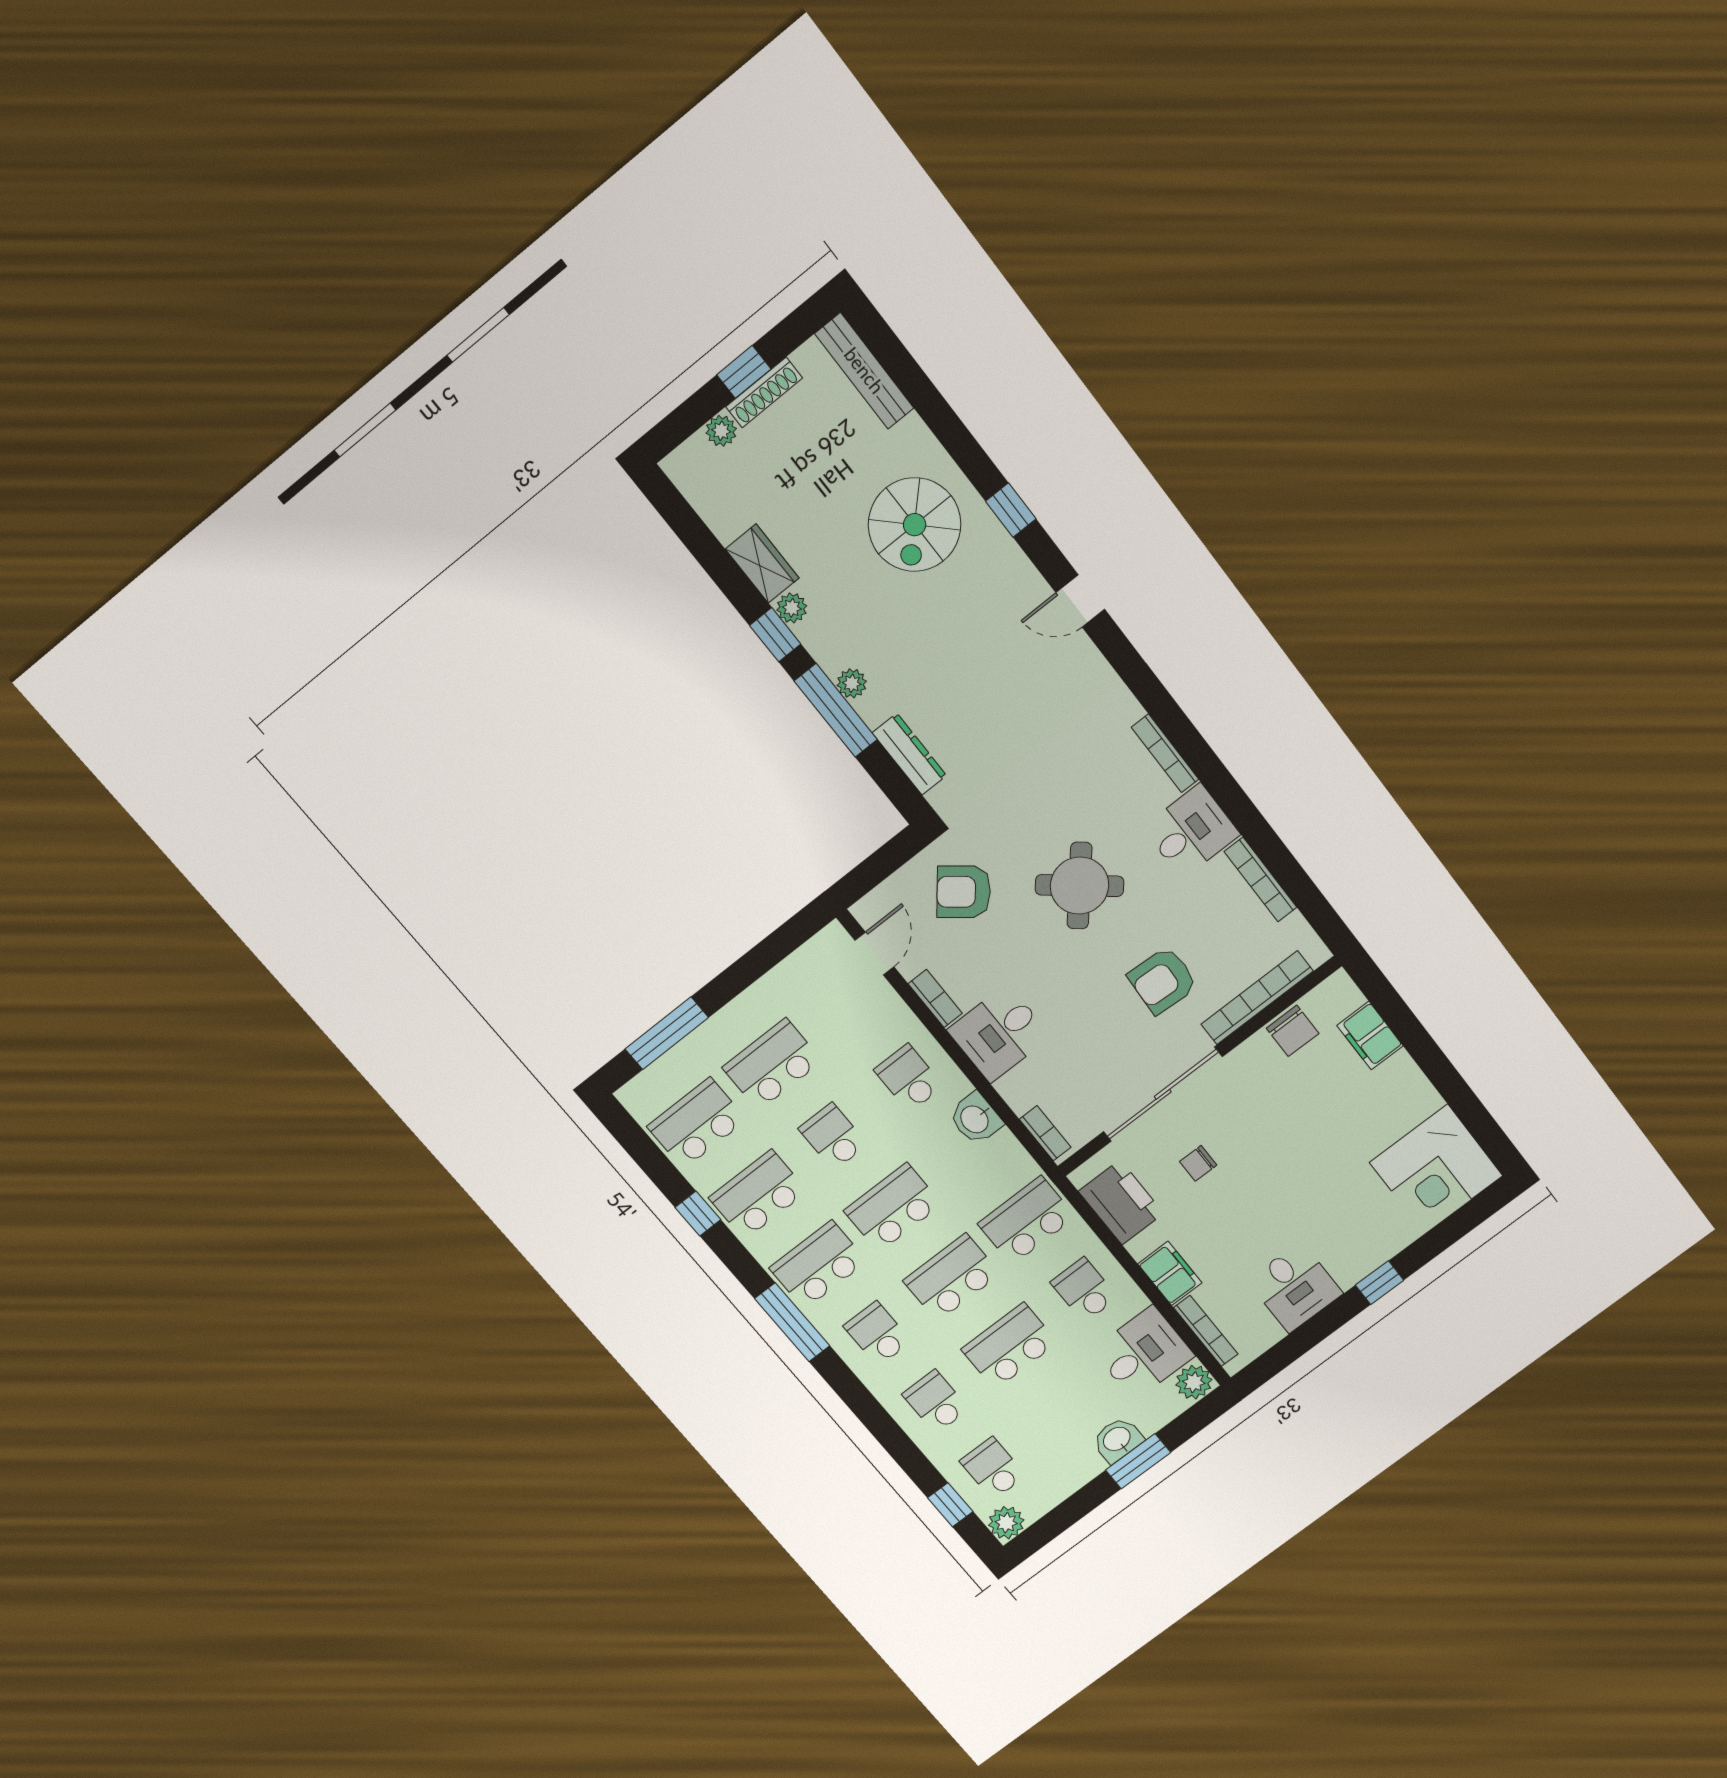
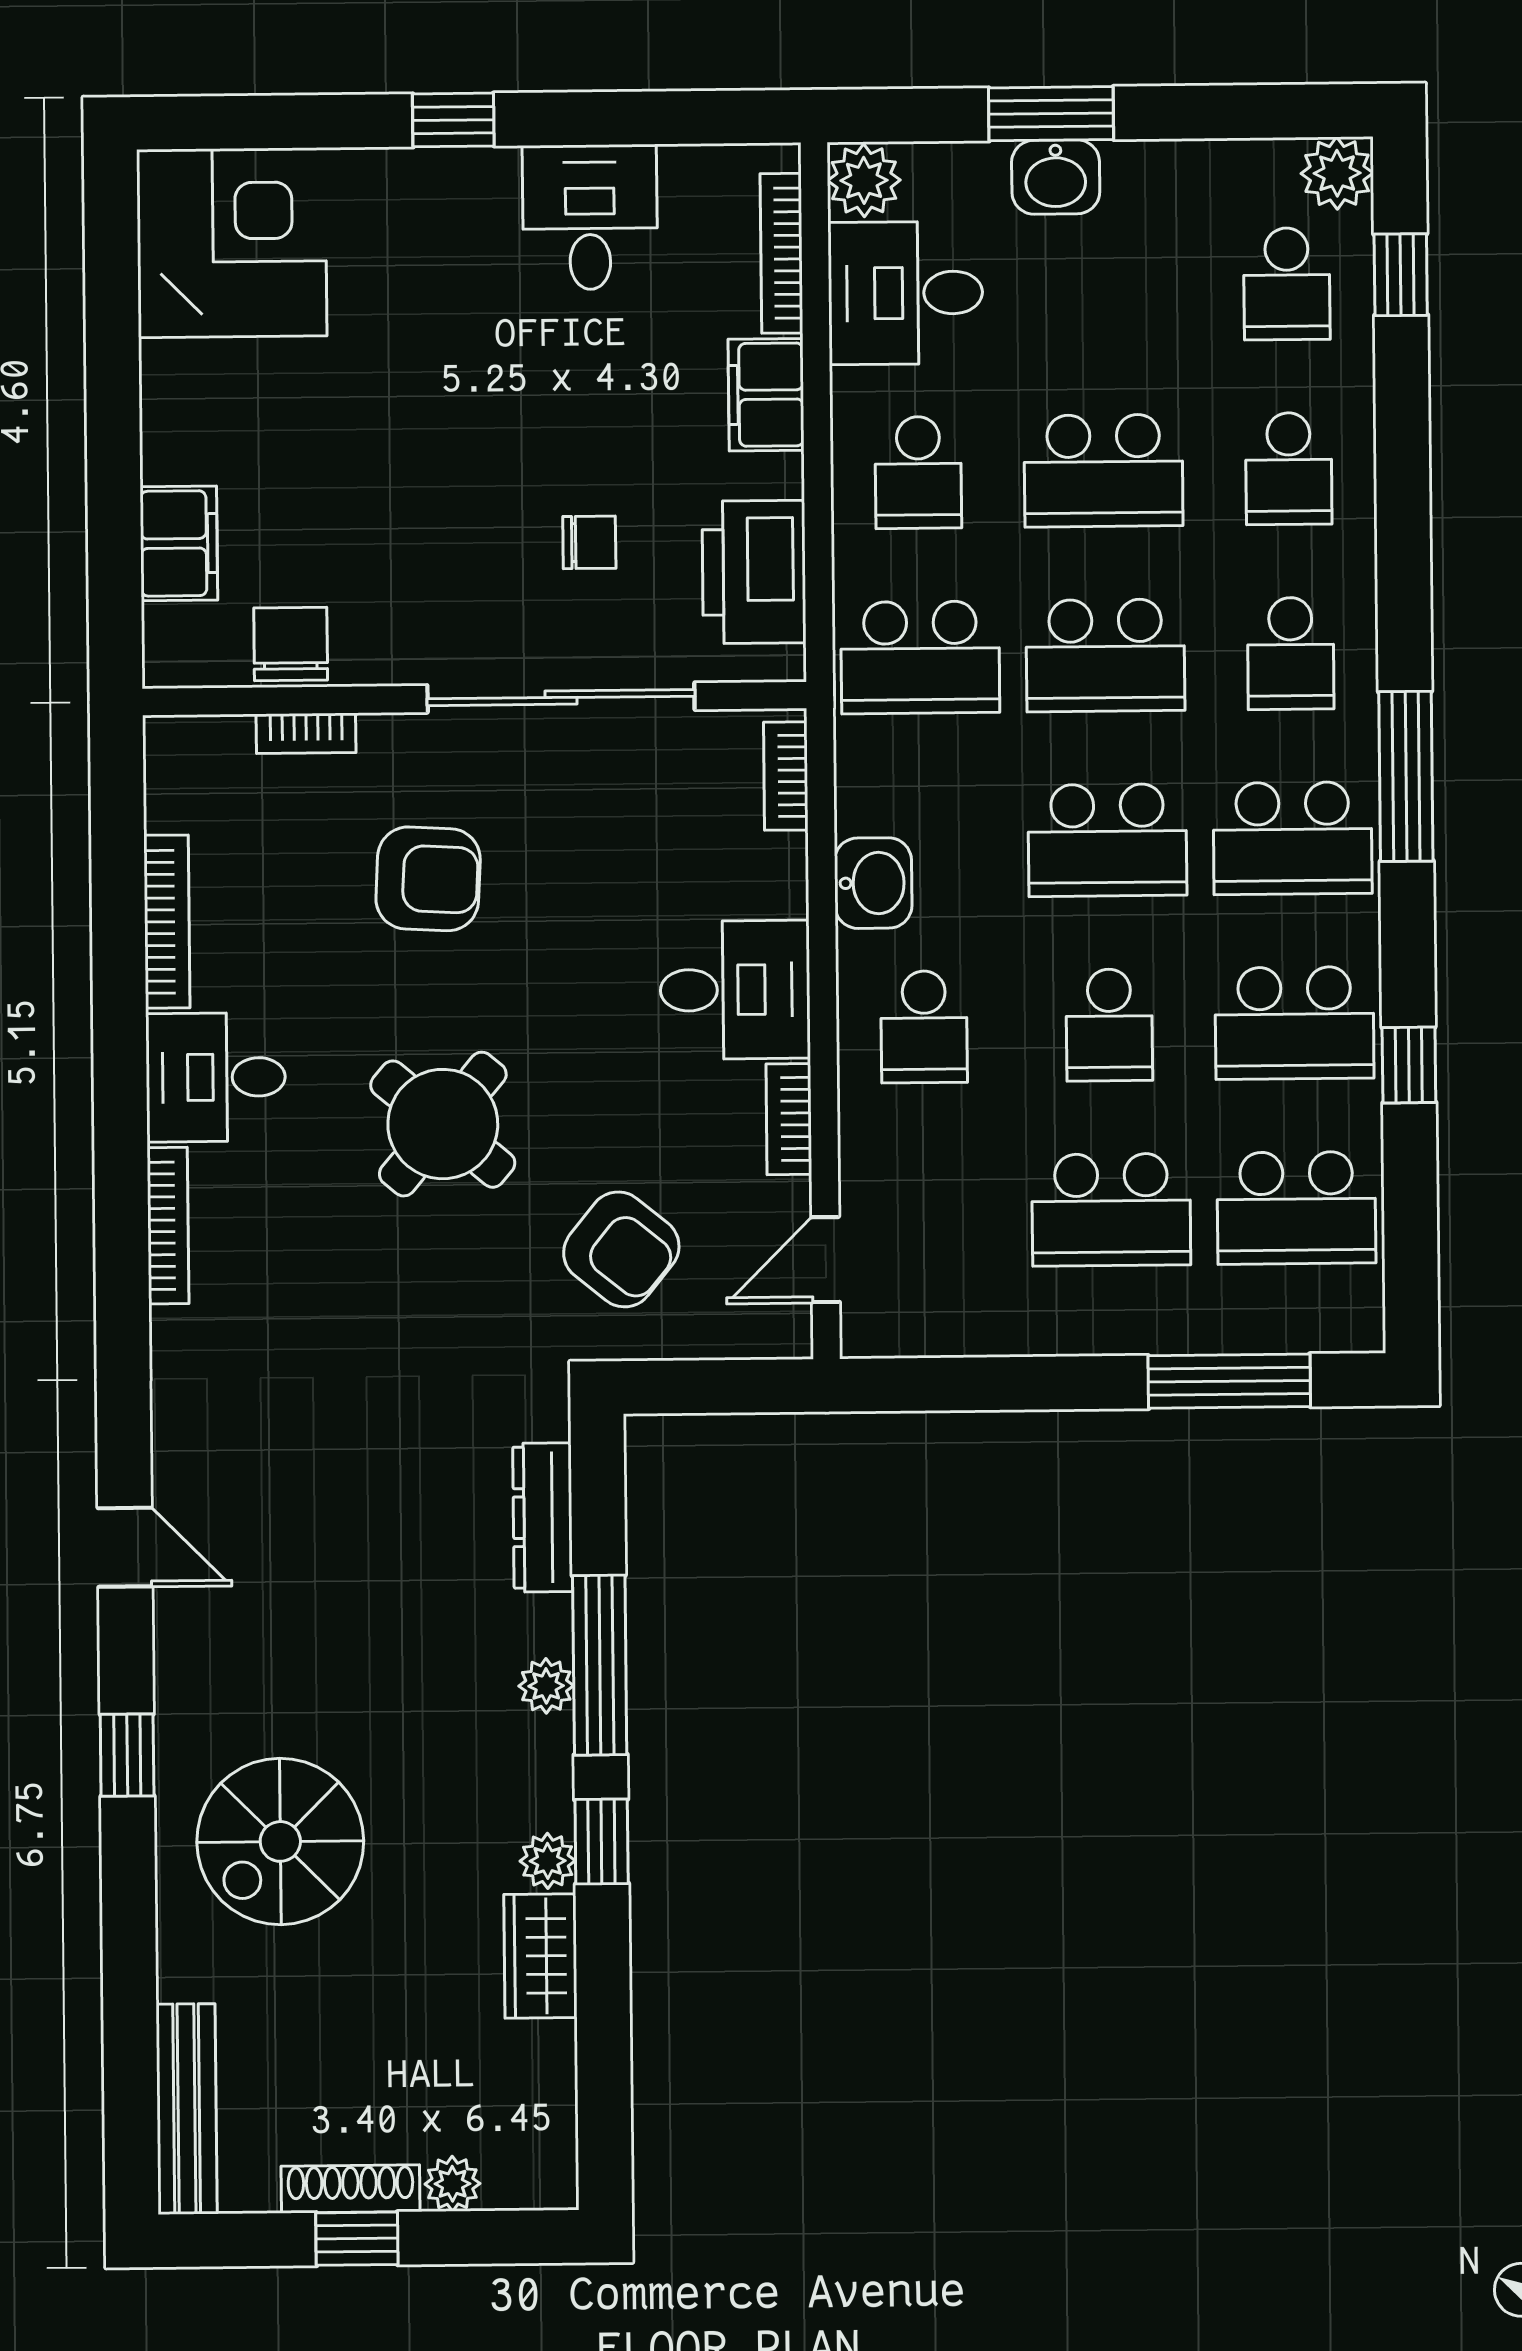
spiral stairs: (915, 525) -> (280, 1841), turned 180
bookcase: (1257, 998) -> (306, 733), width x0.43, depth x0.76

